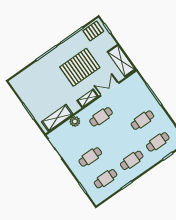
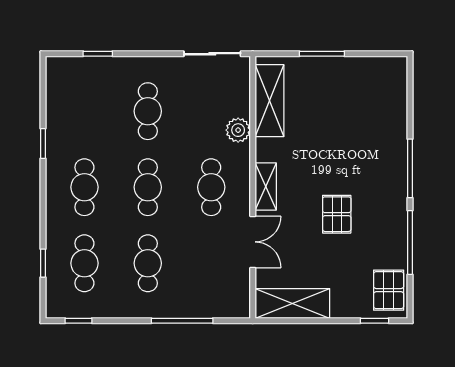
pallet: (80, 67) -> (337, 214), width x0.49, depth x0.50
cafe table: (106, 179) -> (148, 187), moved

